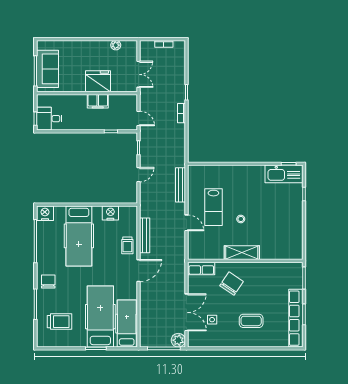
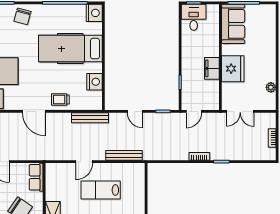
sofa: (48, 69) -> (233, 24), moved, turned -90
bench: (145, 235) -> (90, 118), moved
chair: (48, 281) -> (22, 16), turned 105

